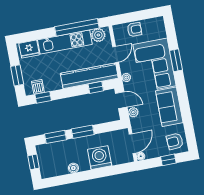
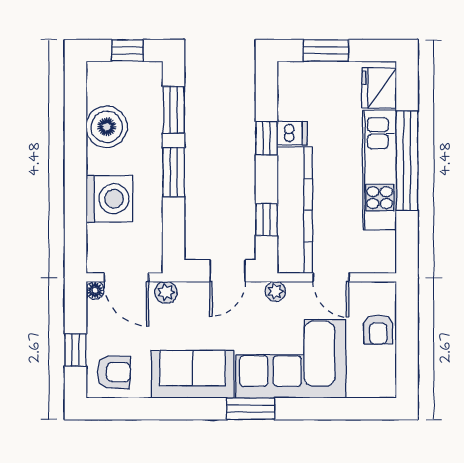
window: (77, 27) -> (407, 161), moved
plant: (98, 35) -> (381, 247), removed
window: (176, 60) -> (251, 409), moved
dishwasher: (38, 87) -> (292, 133), moved
window: (43, 97) -> (266, 138), moved
plant: (133, 112) -> (166, 292), moved
armchair: (175, 141) -> (114, 372), turned 96
boiler: (73, 168) -> (107, 127), width x1.86, depth x1.86

